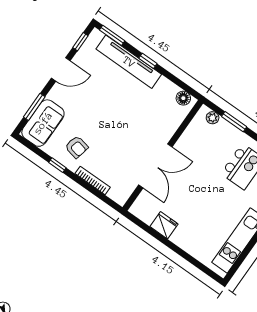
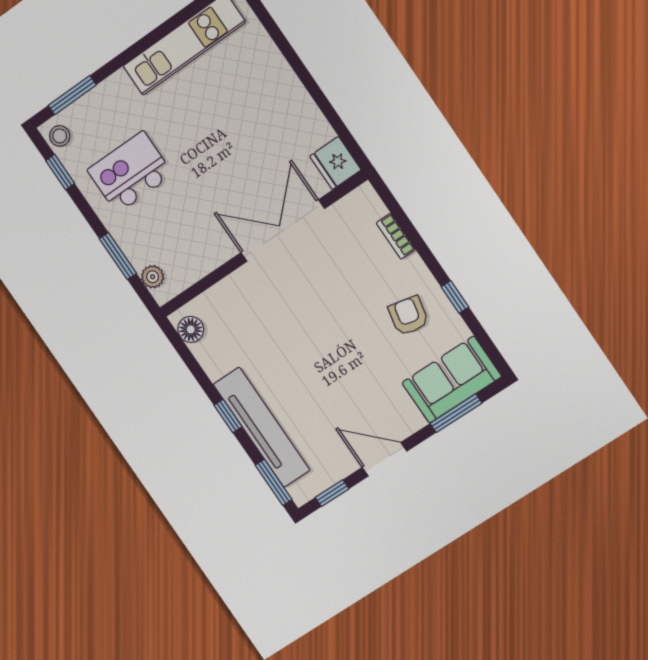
bookcase: (93, 180) -> (396, 236), width x0.64
fridge: (164, 225) -> (335, 163), moved

